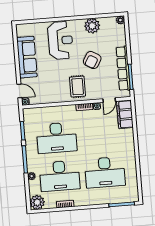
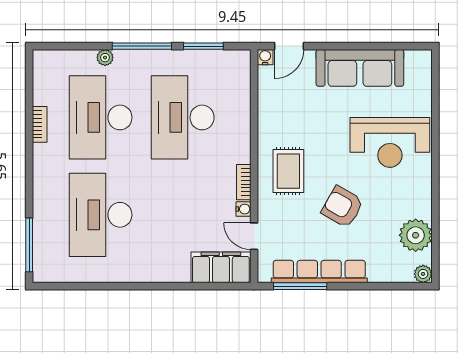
plant: (92, 26) -> (416, 235), moved
rug: (78, 87) -> (288, 171), turned 90
plant: (37, 202) -> (48, 65), removed

